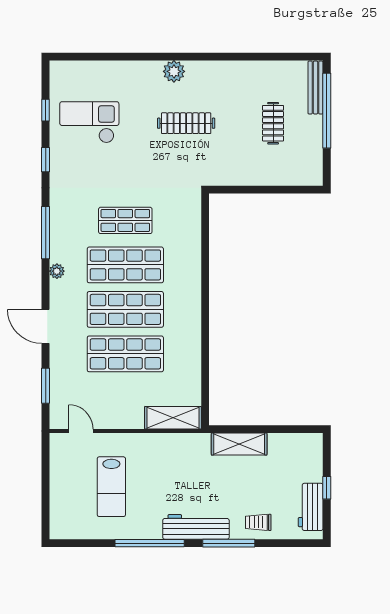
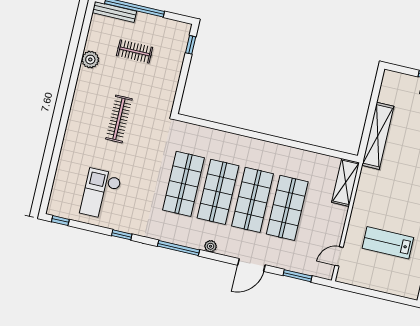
plant: (174, 71) -> (90, 60), moved
window: (46, 110) -> (60, 221), moved
window: (297, 190) -> (191, 45), added
shop shelf: (125, 220) -> (183, 184), width x1.43, depth x1.36
shelving: (239, 444) -> (378, 136), width x1.47
lab bench: (111, 487) -> (388, 243), turned 180

